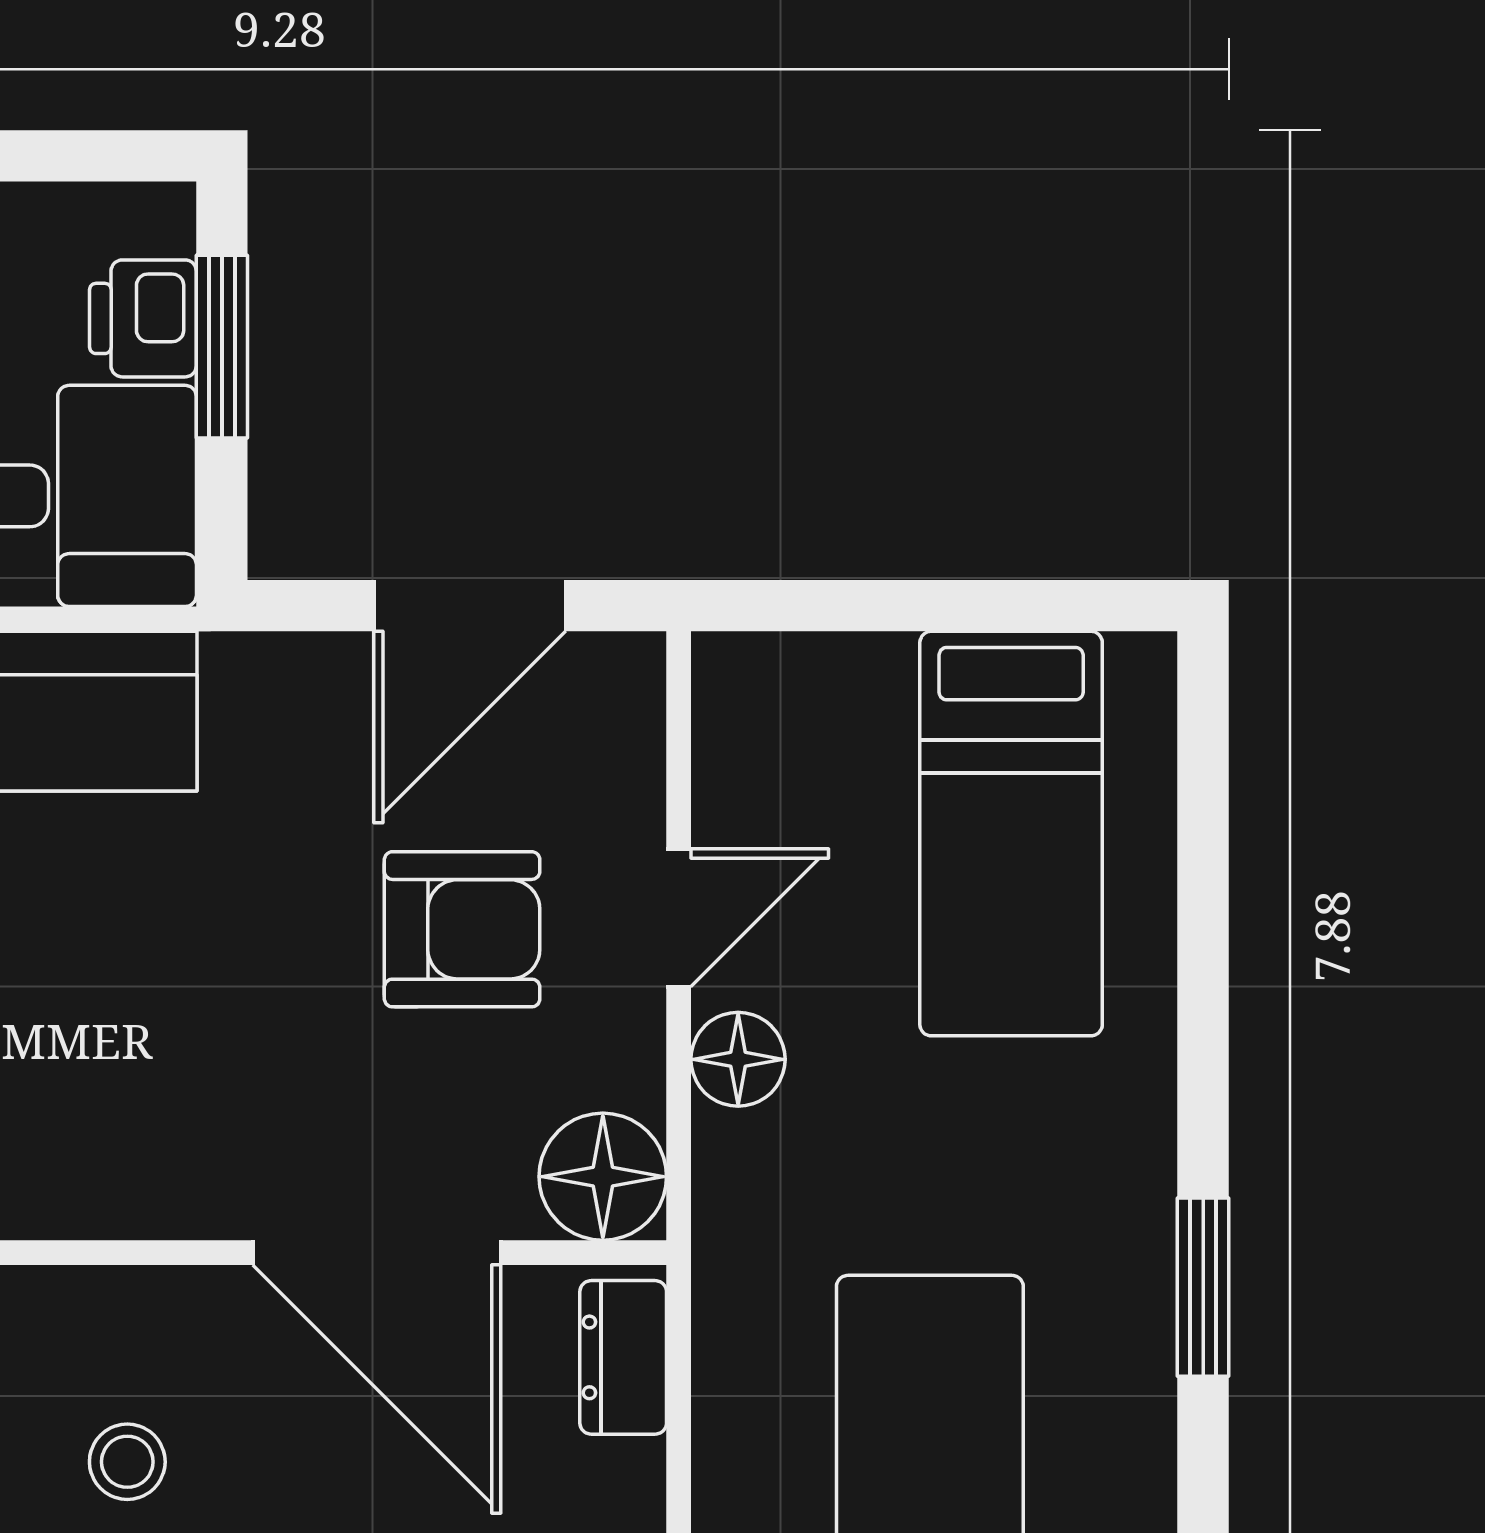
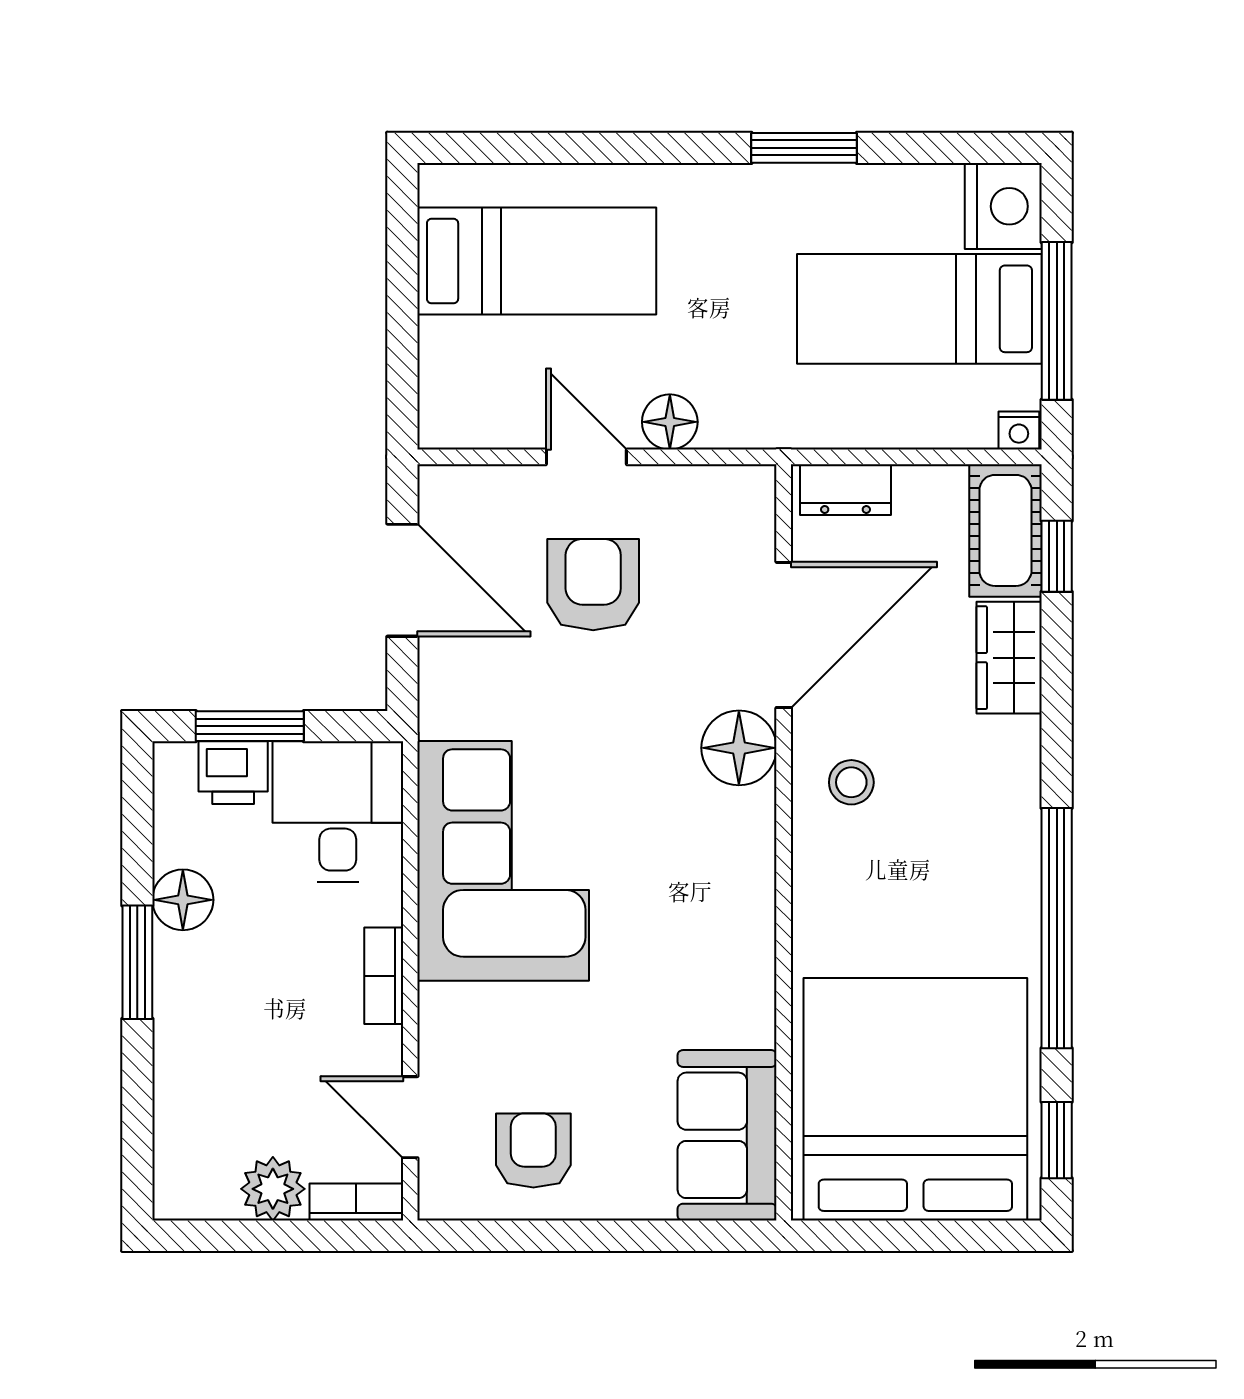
floor lamp: (603, 1177) -> (739, 748), moved
stool: (127, 1462) -> (851, 782), moved

